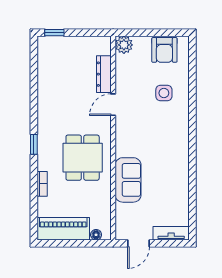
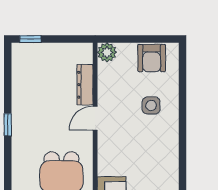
window: (34, 144) -> (8, 125), moved

